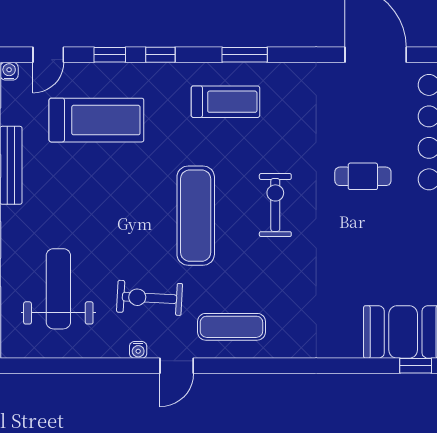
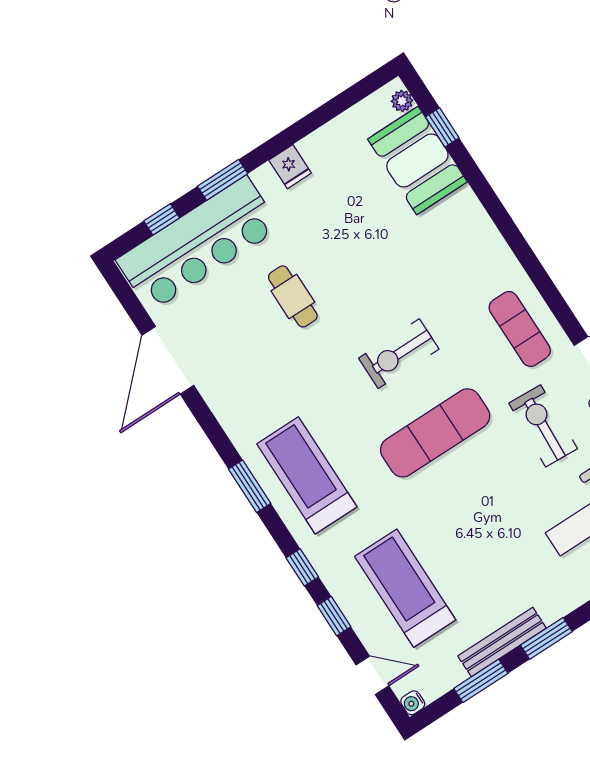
treadmill: (225, 102) -> (307, 475), width x1.37, depth x1.38
exercise bike: (275, 205) -> (399, 354), moved
exercise bike: (150, 298) -> (543, 426), turned 180

